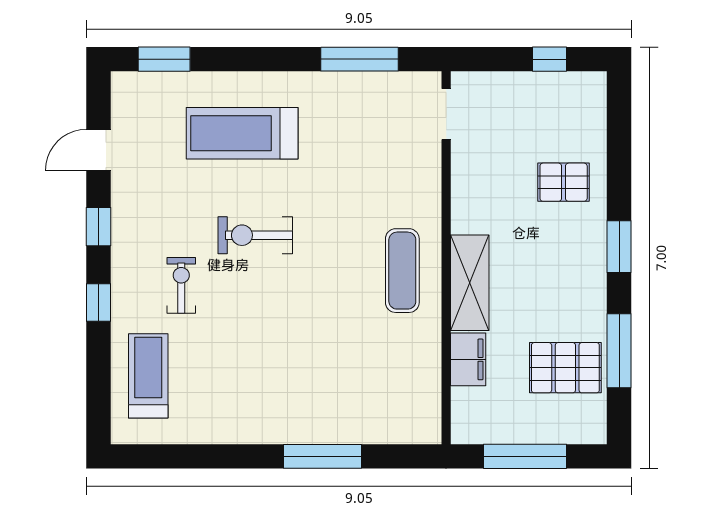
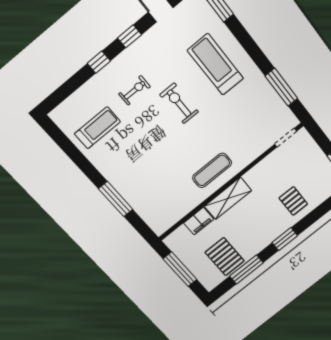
treadmill: (148, 376) -> (97, 128), moved

